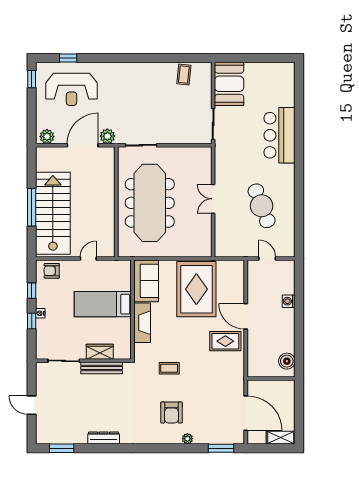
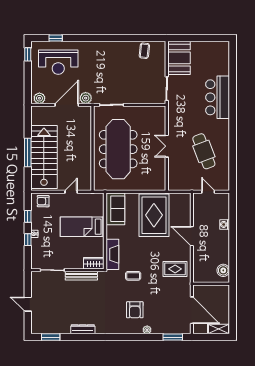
fireplace: (142, 323) -> (112, 254), moved
rug: (225, 341) -> (175, 269), moved
wardrobe: (100, 352) -> (94, 263), moved

